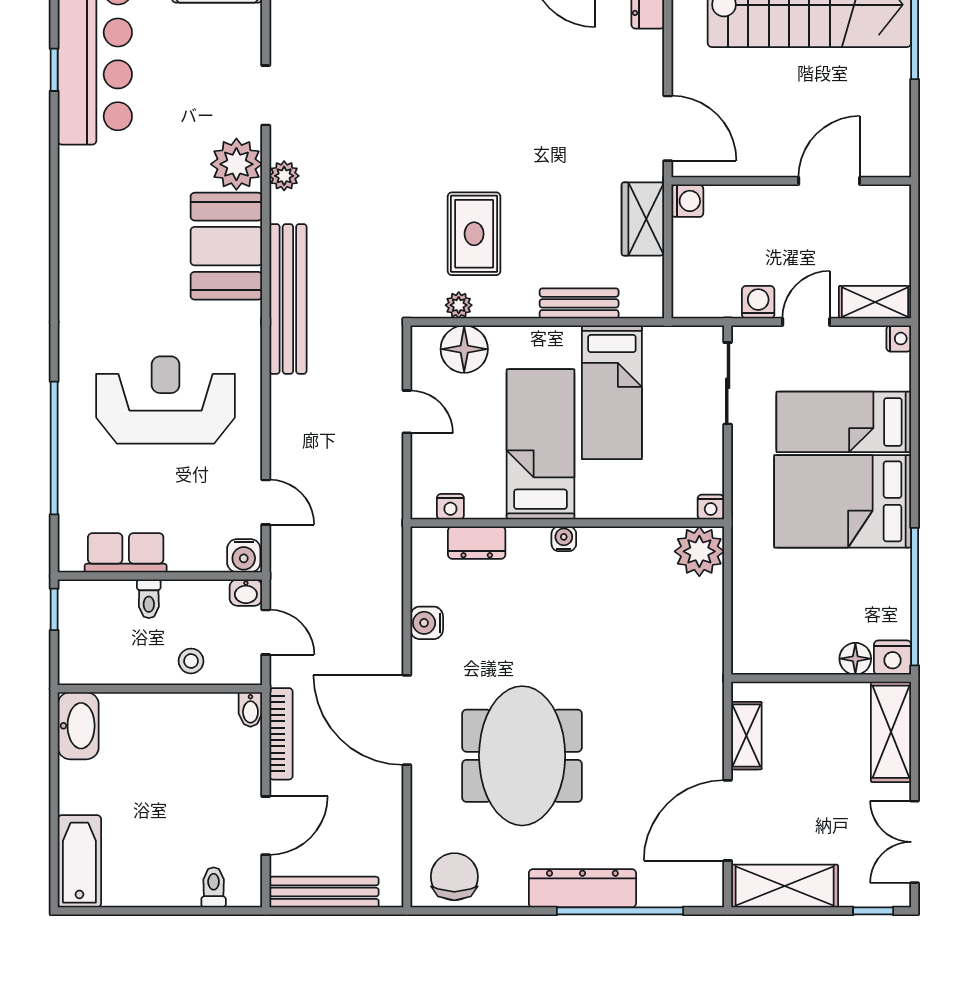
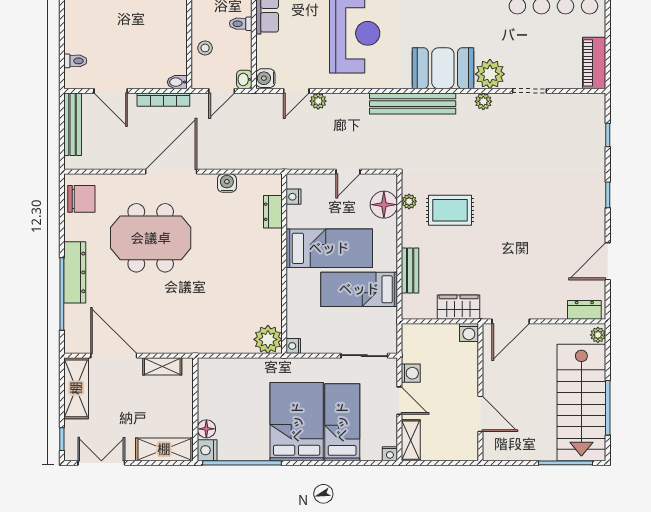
plant: (284, 464) -> (318, 101), added
water cooler: (564, 539) -> (275, 262), removed

